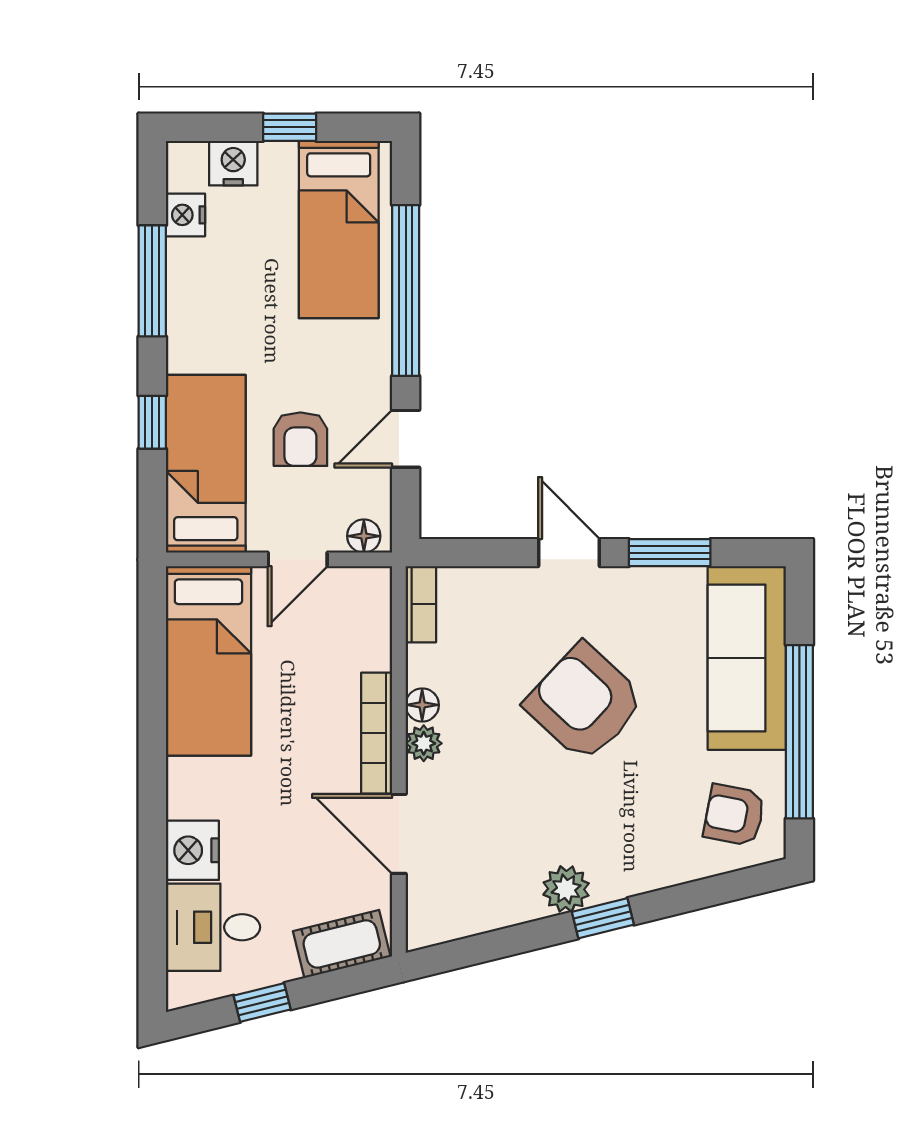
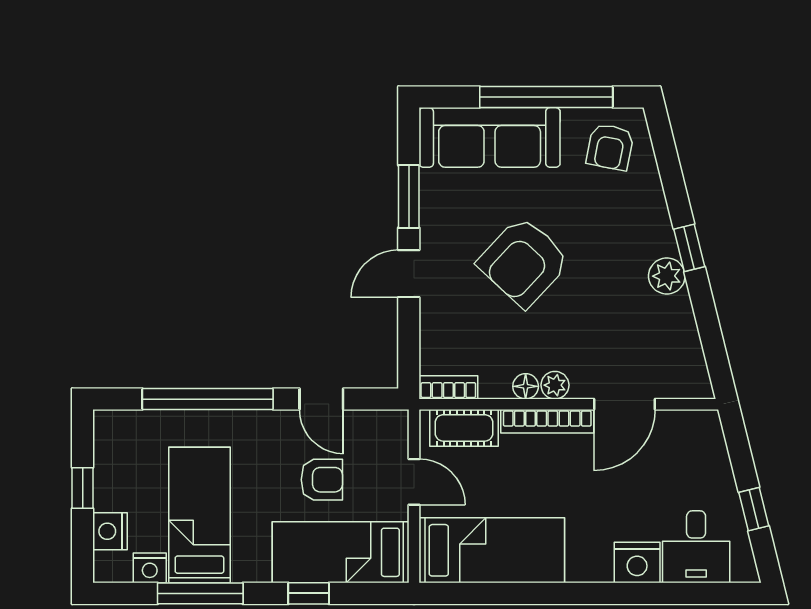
bed: (339, 229) -> (199, 515), moved, turned -90
floor lamp: (364, 536) -> (396, 431), removed
cot: (342, 944) -> (464, 428), moved, turned -76

